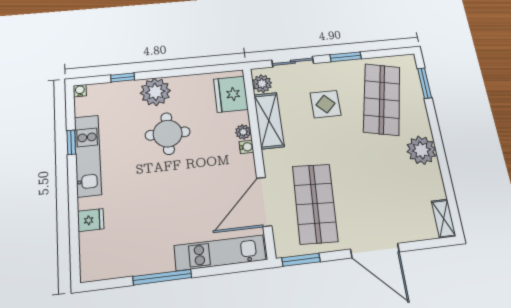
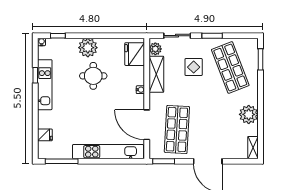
window: (123, 77) -> (58, 36), moved
shop shelf: (382, 99) -> (230, 68), turned -33
plant: (243, 132) -> (139, 80), removed
plant: (421, 150) -> (249, 114), moved
door: (264, 202) -> (147, 125), hinge flipped
fridge: (91, 220) -> (45, 135), moved
kitchen unit: (220, 253) -> (108, 152), width x1.36
window: (162, 277) -> (62, 161), moved

